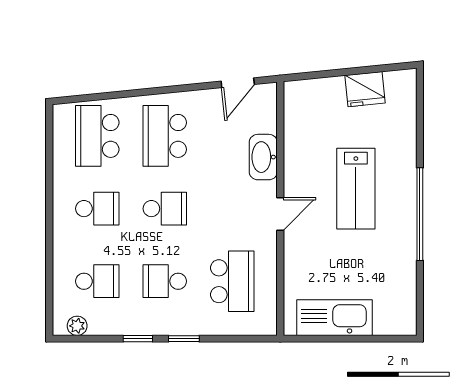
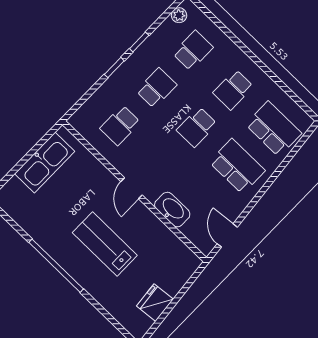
school desk: (97, 281) -> (193, 50), turned 180
school desk: (232, 281) -> (120, 125), width x0.54

